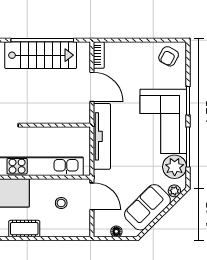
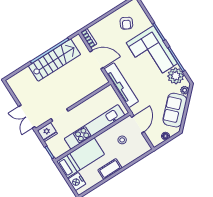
armchair: (169, 56) -> (126, 23), moved
door: (92, 196) -> (138, 124), hinge flipped

